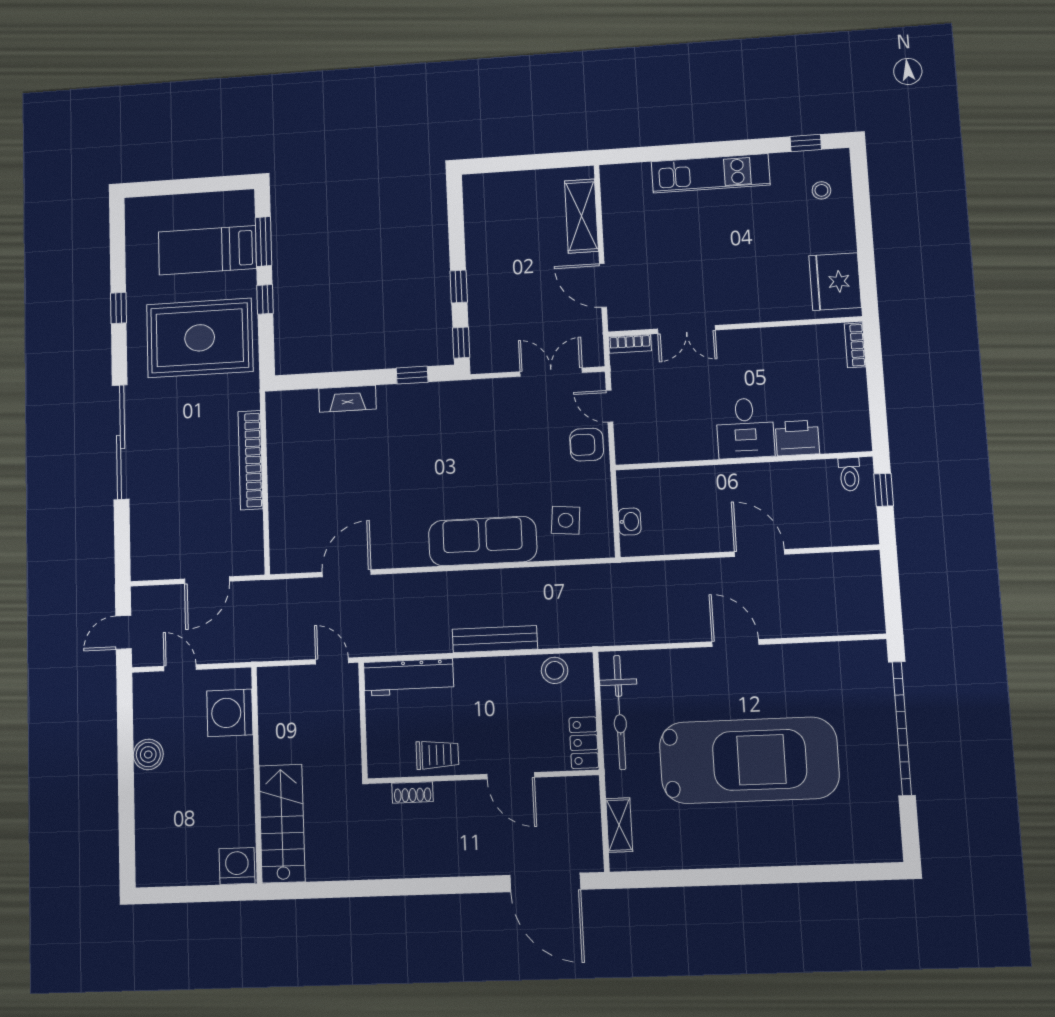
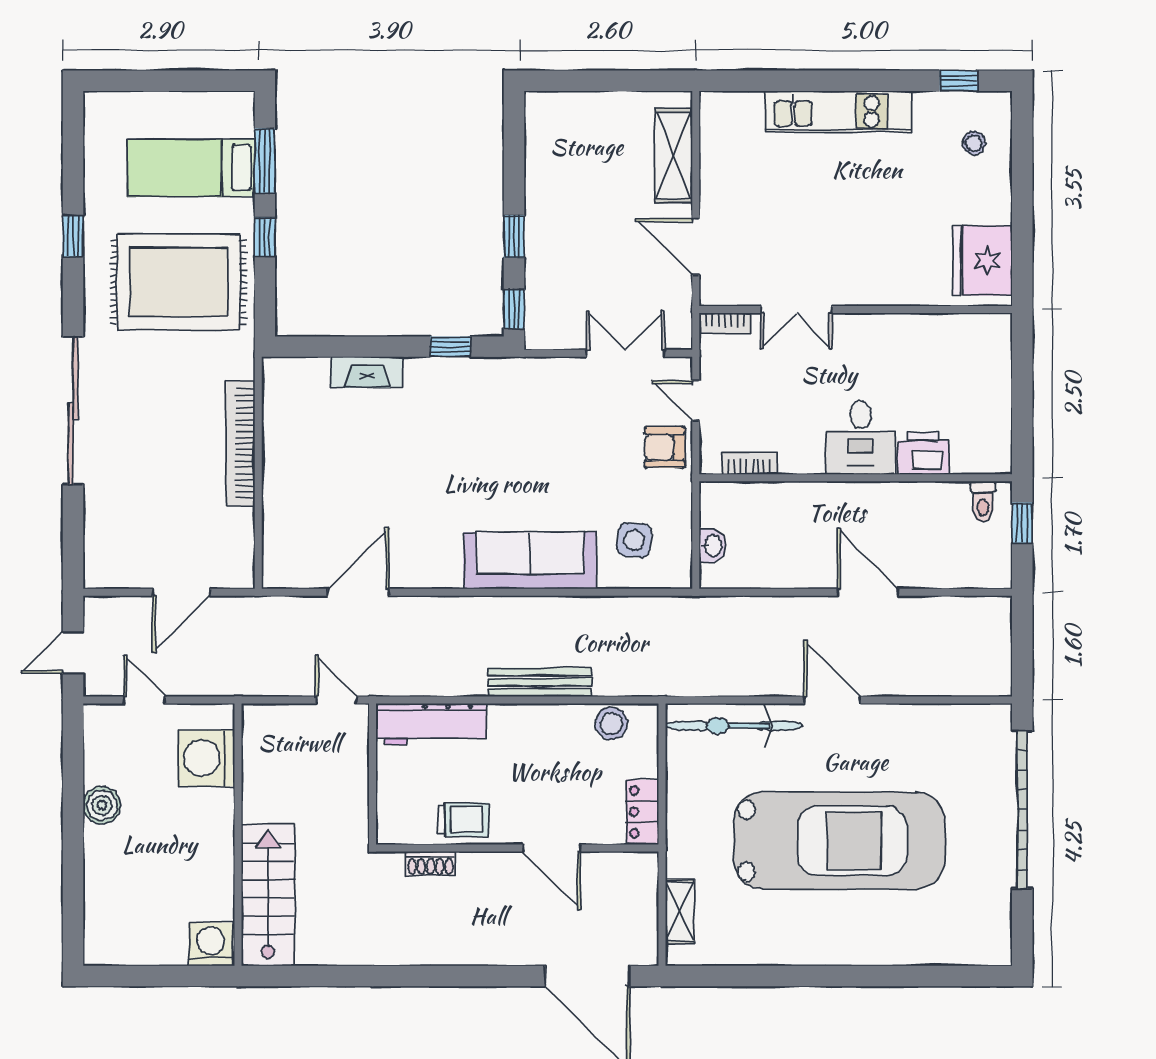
bookcase: (855, 345) -> (749, 463), moved, turned 90
bicycle: (620, 712) -> (734, 726), moved, turned 90

